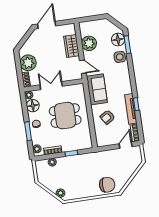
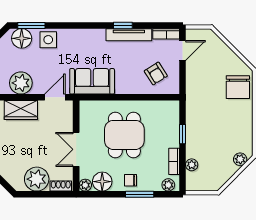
armchair: (107, 117) -> (156, 73), moved
door: (126, 145) -> (182, 50), swing flipped
chair: (107, 185) -> (238, 87), turned 180

